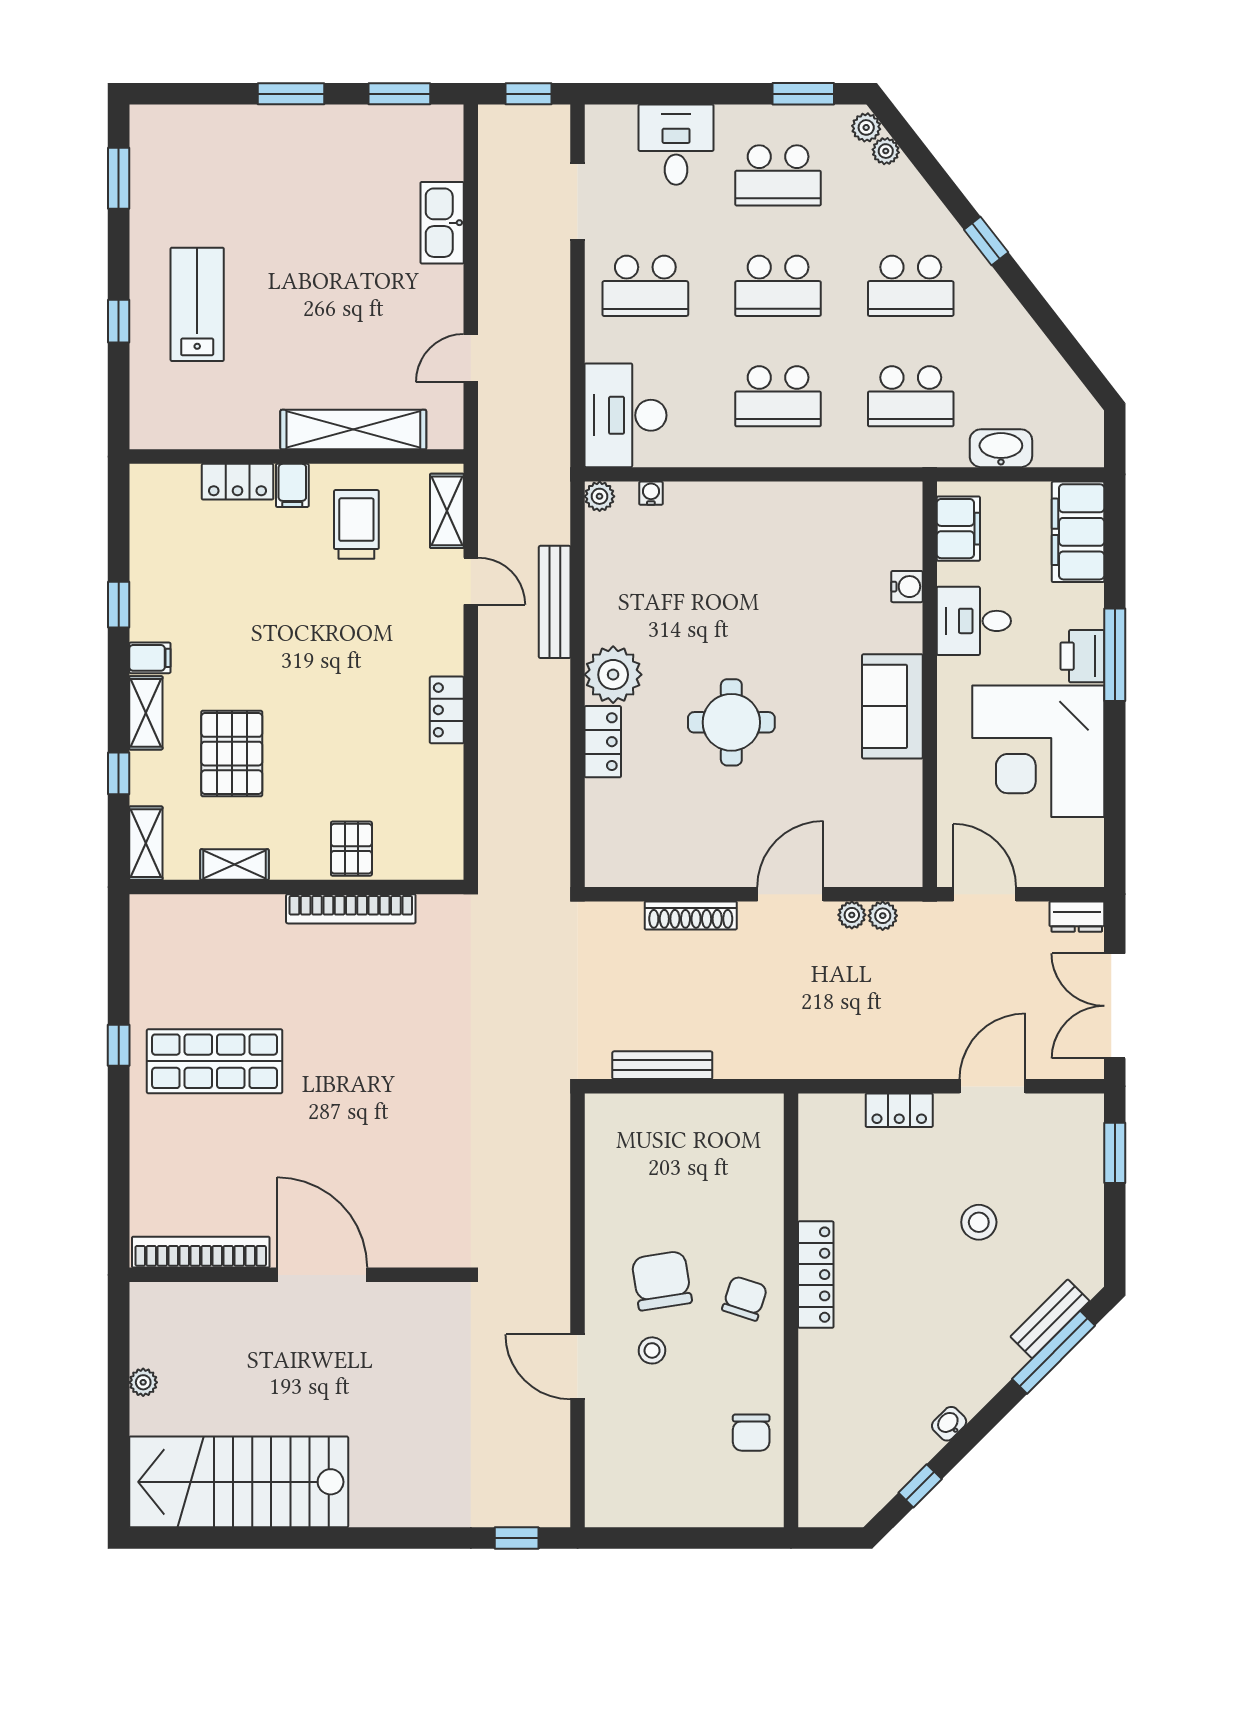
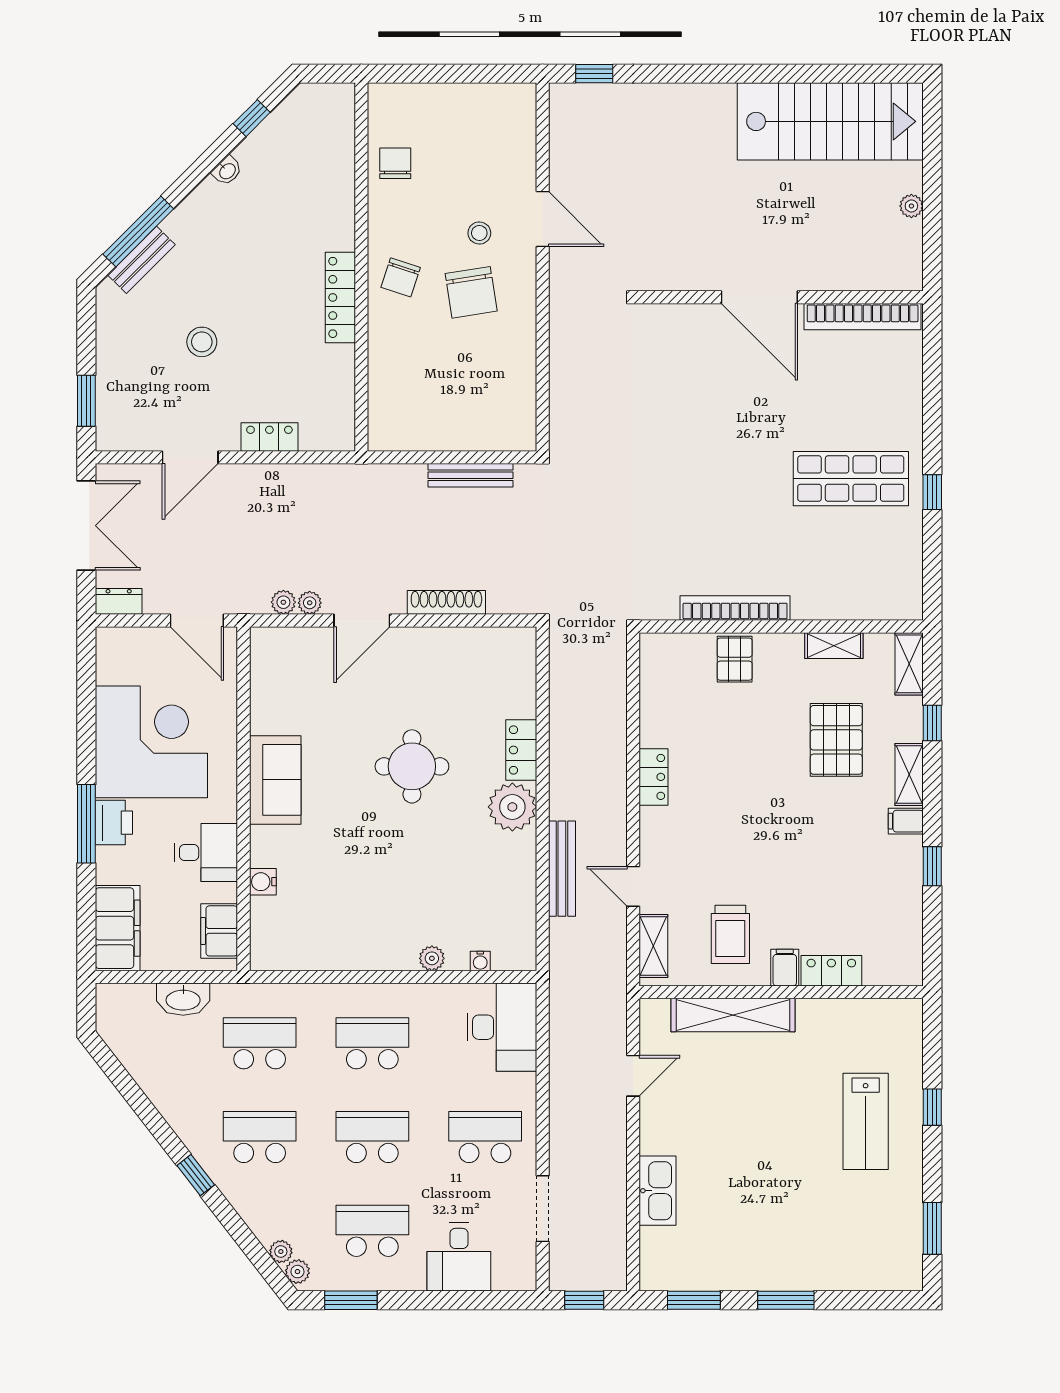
plant: (600, 496) -> (432, 958), moved

